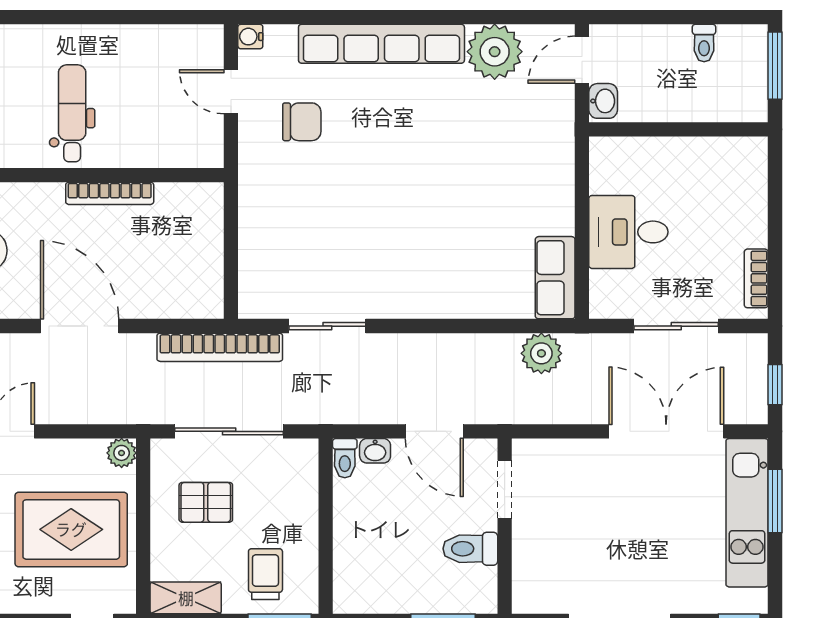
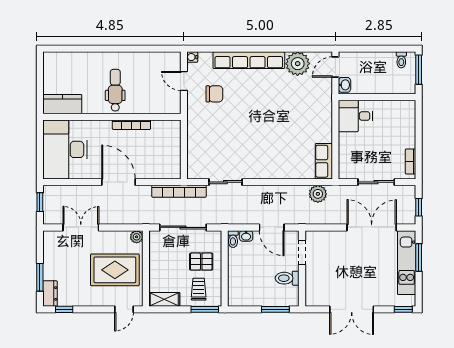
toilet: (704, 43) -> (401, 60), moved
desk: (628, 232) -> (355, 116), moved
pallet: (206, 502) -> (201, 262), moved

